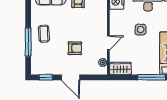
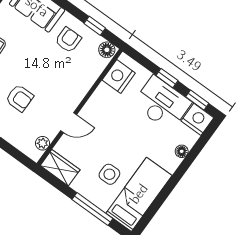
side table: (141, 30) -> (109, 174), moved

